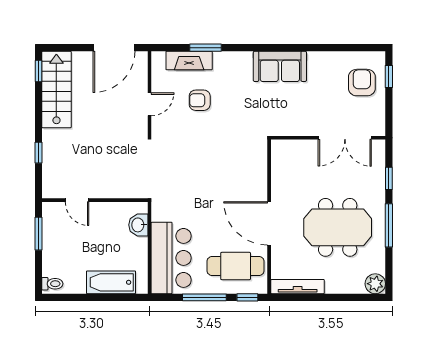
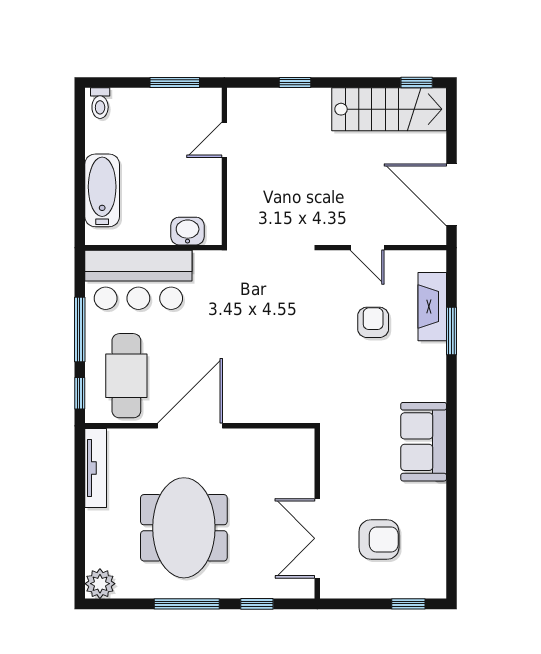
armchair: (362, 83) -> (379, 540), moved

